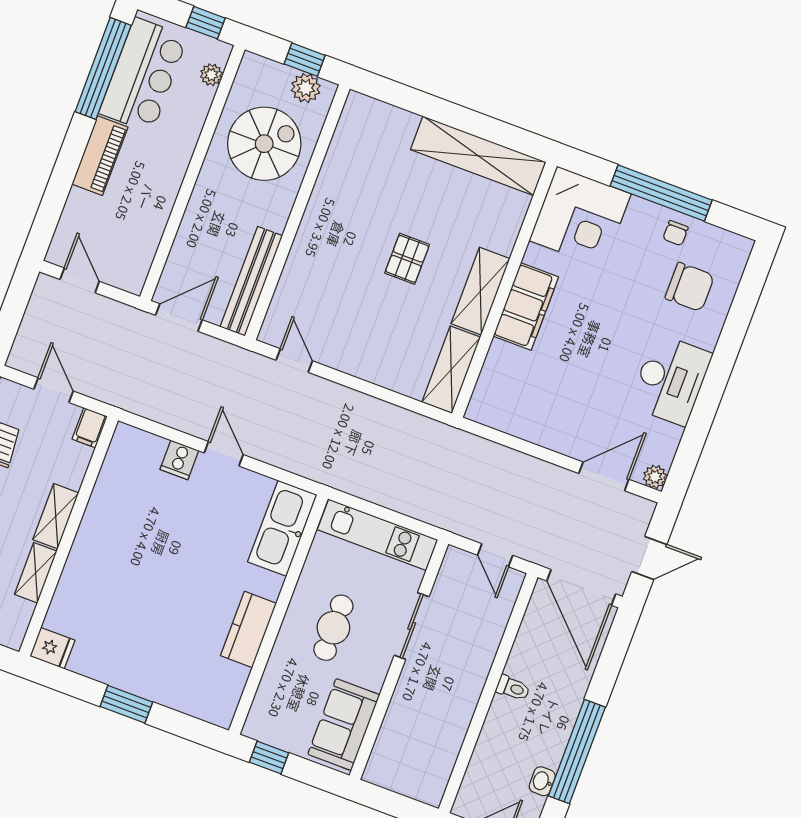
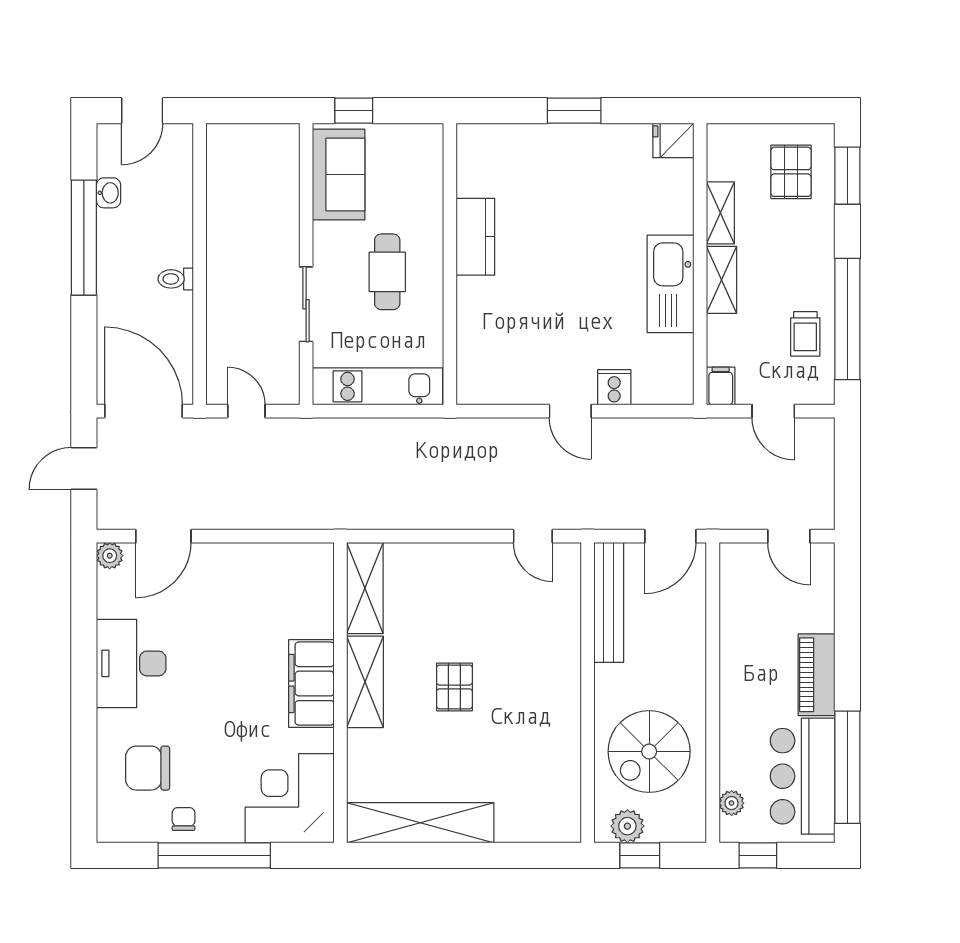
kitchen sink: (282, 528) -> (671, 284), moved, turned 180
window: (269, 758) -> (354, 111), moved

